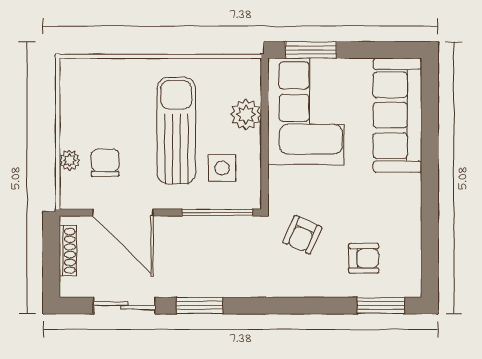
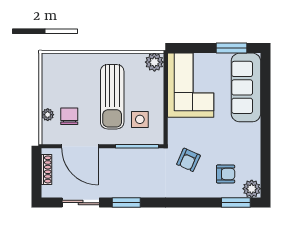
window: (311, 50) -> (232, 48), moved
plant: (246, 115) -> (154, 62), moved
sun lounger: (176, 131) -> (112, 97), turned 180
plant: (407, 283) -> (252, 189), added

